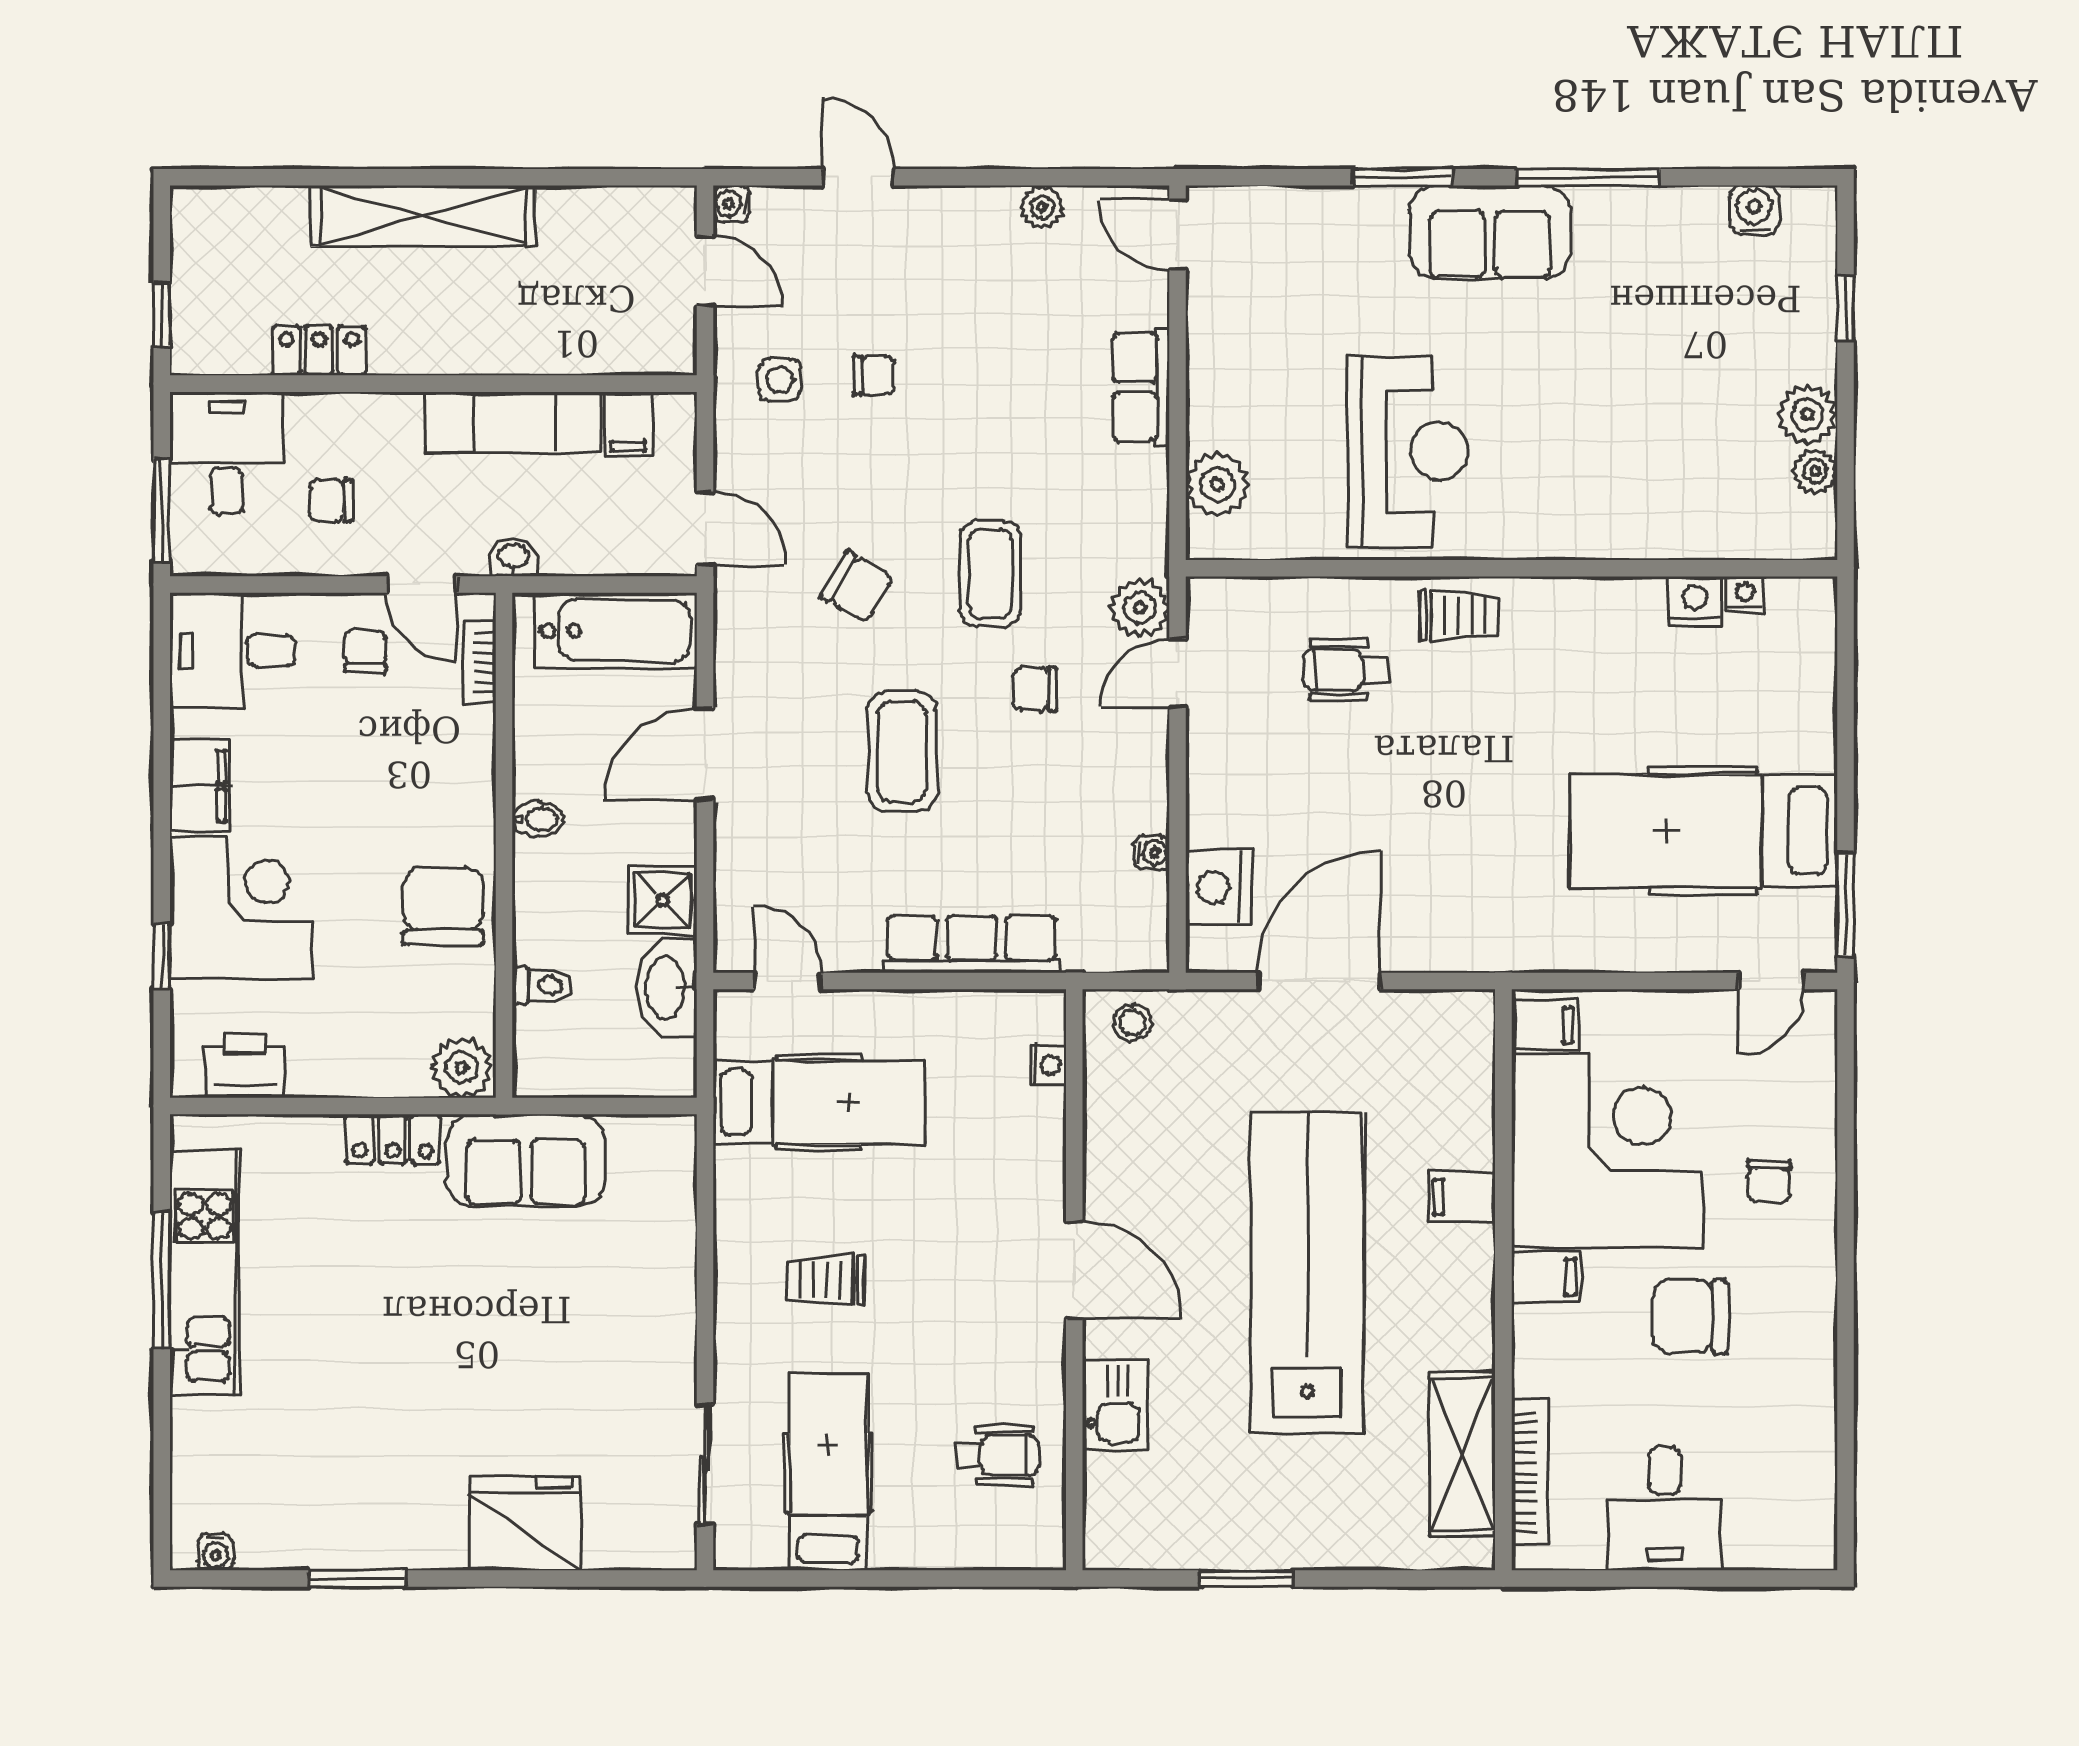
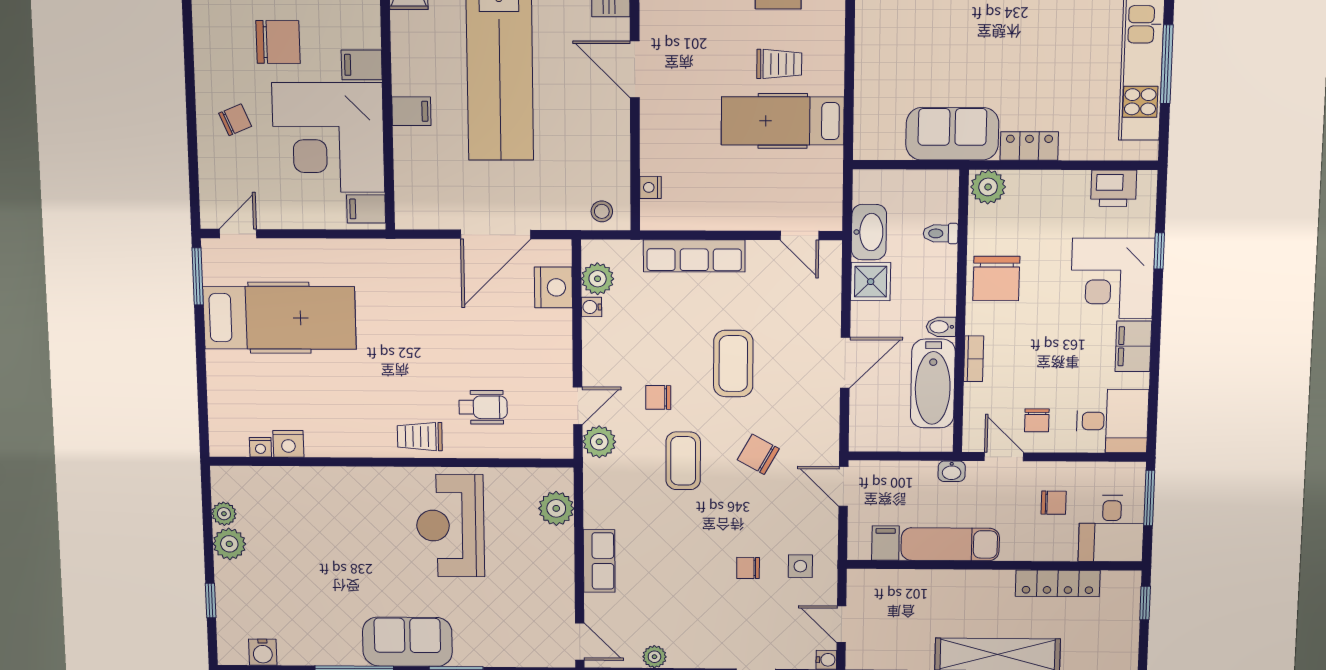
locker: (319, 351) -> (1058, 583), width x1.53
bathtub: (616, 631) -> (933, 384), moved, turned -90
bookcase: (479, 663) -> (974, 359), moved
chair: (1035, 689) -> (658, 397), turned 180
plant: (1141, 903) -> (598, 279), added
hospital bed: (819, 1102) -> (783, 121), moved
chair: (1769, 1181) -> (235, 120), turned 67

